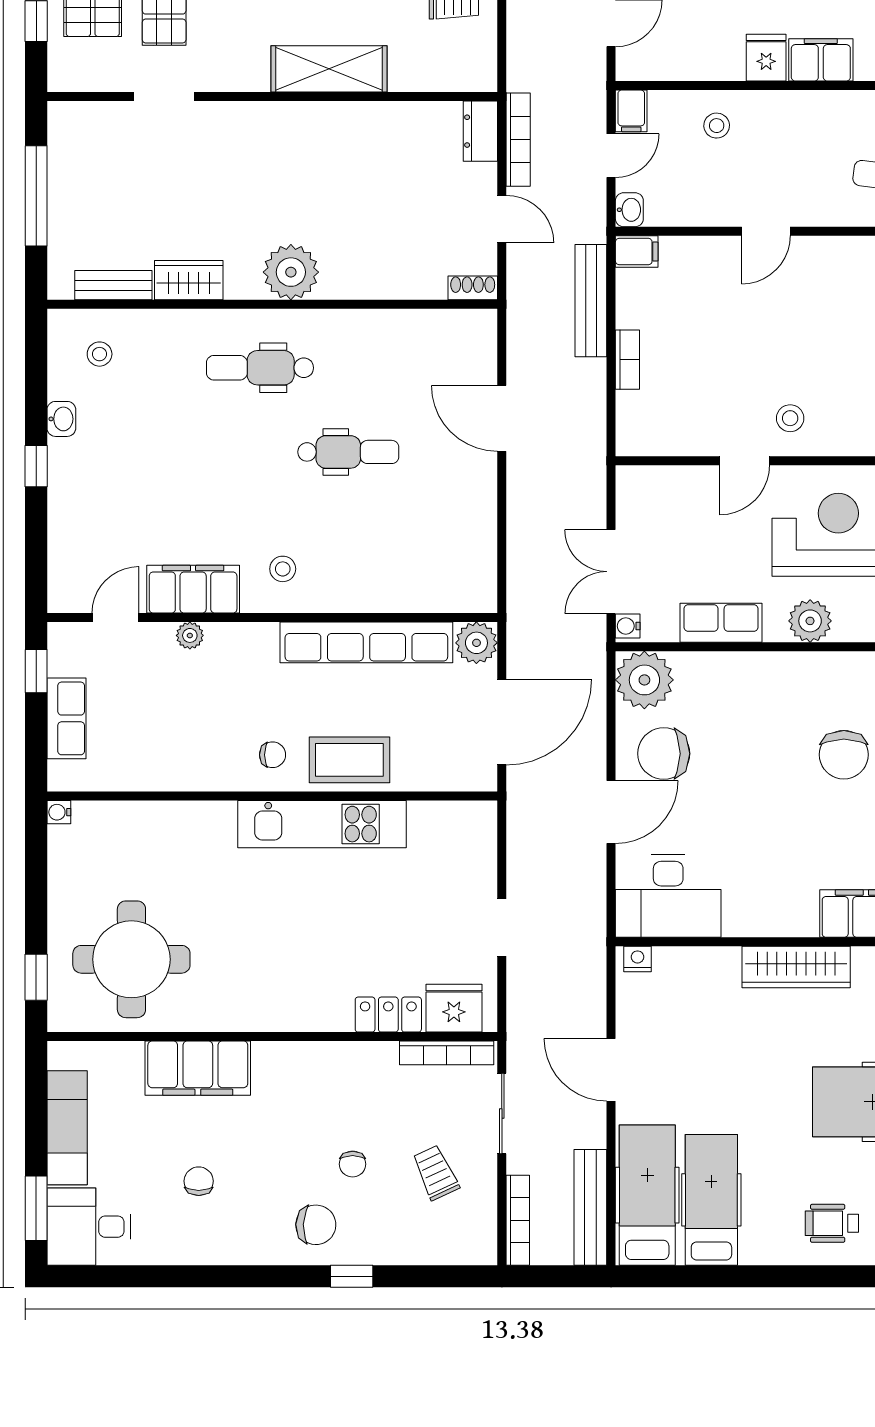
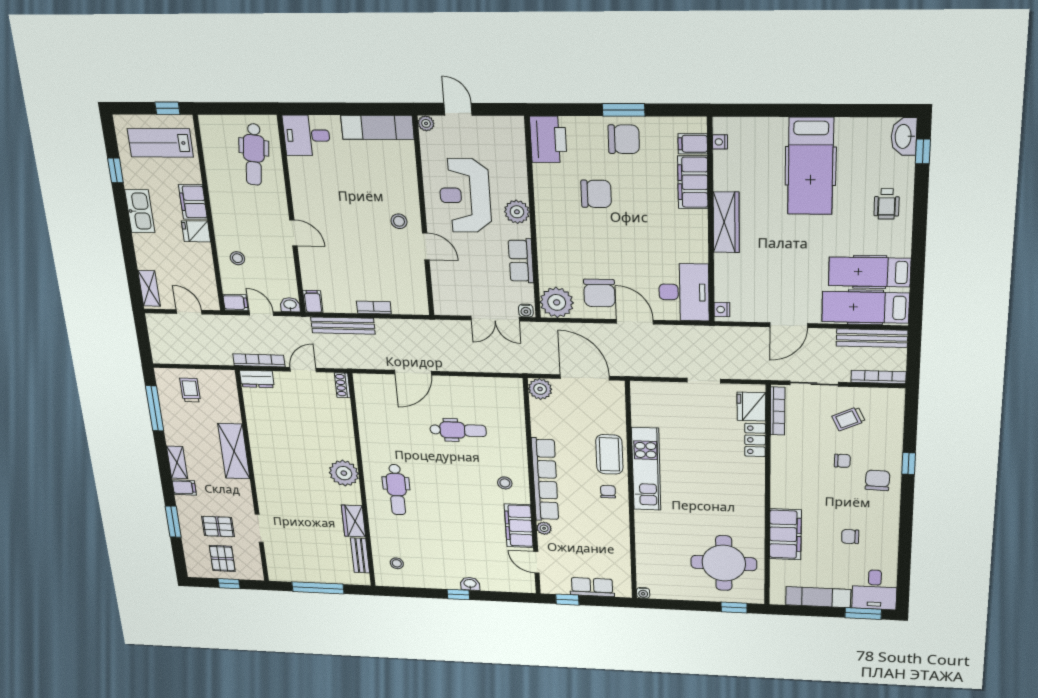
washbasin: (61, 419) -> (470, 584), moved
dental chair: (348, 452) -> (458, 430), moved, turned 90
row of seats: (366, 642) -> (545, 480), moved

